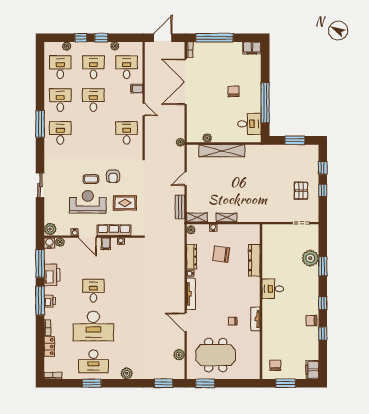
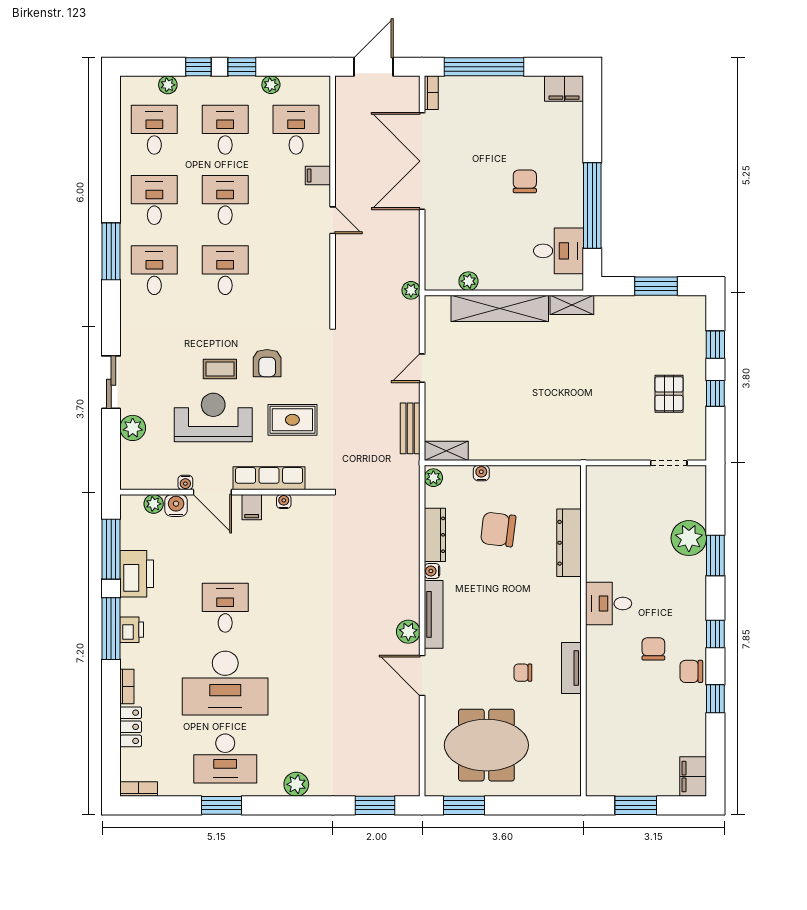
desk: (127, 133) -> (225, 270), moved
shelving: (226, 217) -> (572, 305), moved
plant: (50, 229) -> (133, 428), moved
water cooler: (49, 243) -> (176, 505), moved
plant: (179, 355) -> (408, 632), moved
chair: (275, 365) -> (653, 649), moved

